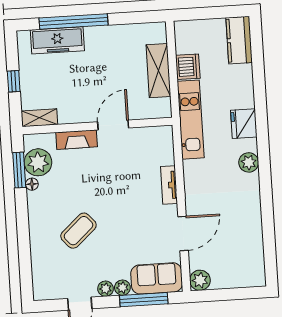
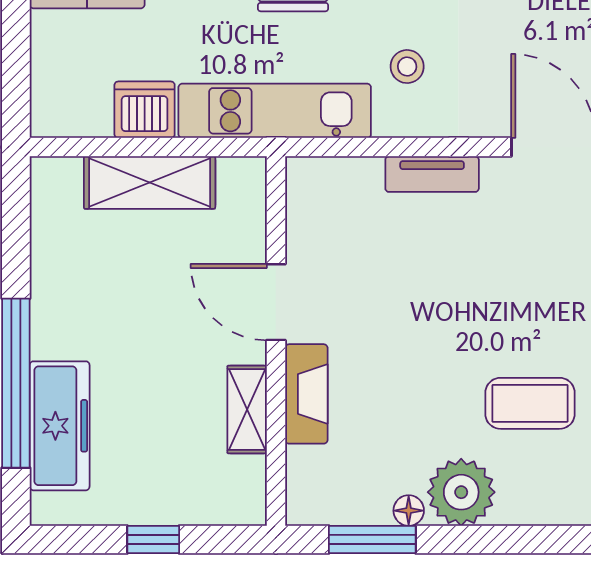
shelving: (39, 118) -> (247, 410), moved
plant: (38, 162) -> (461, 492), moved
stool: (212, 172) -> (407, 67), added
coffee table: (78, 231) -> (530, 403), turned -48

